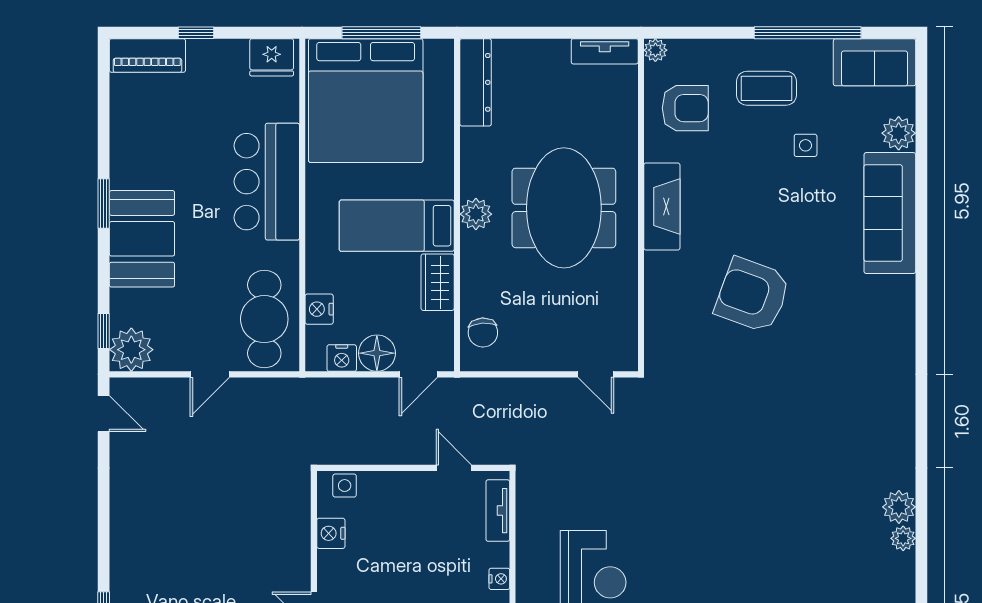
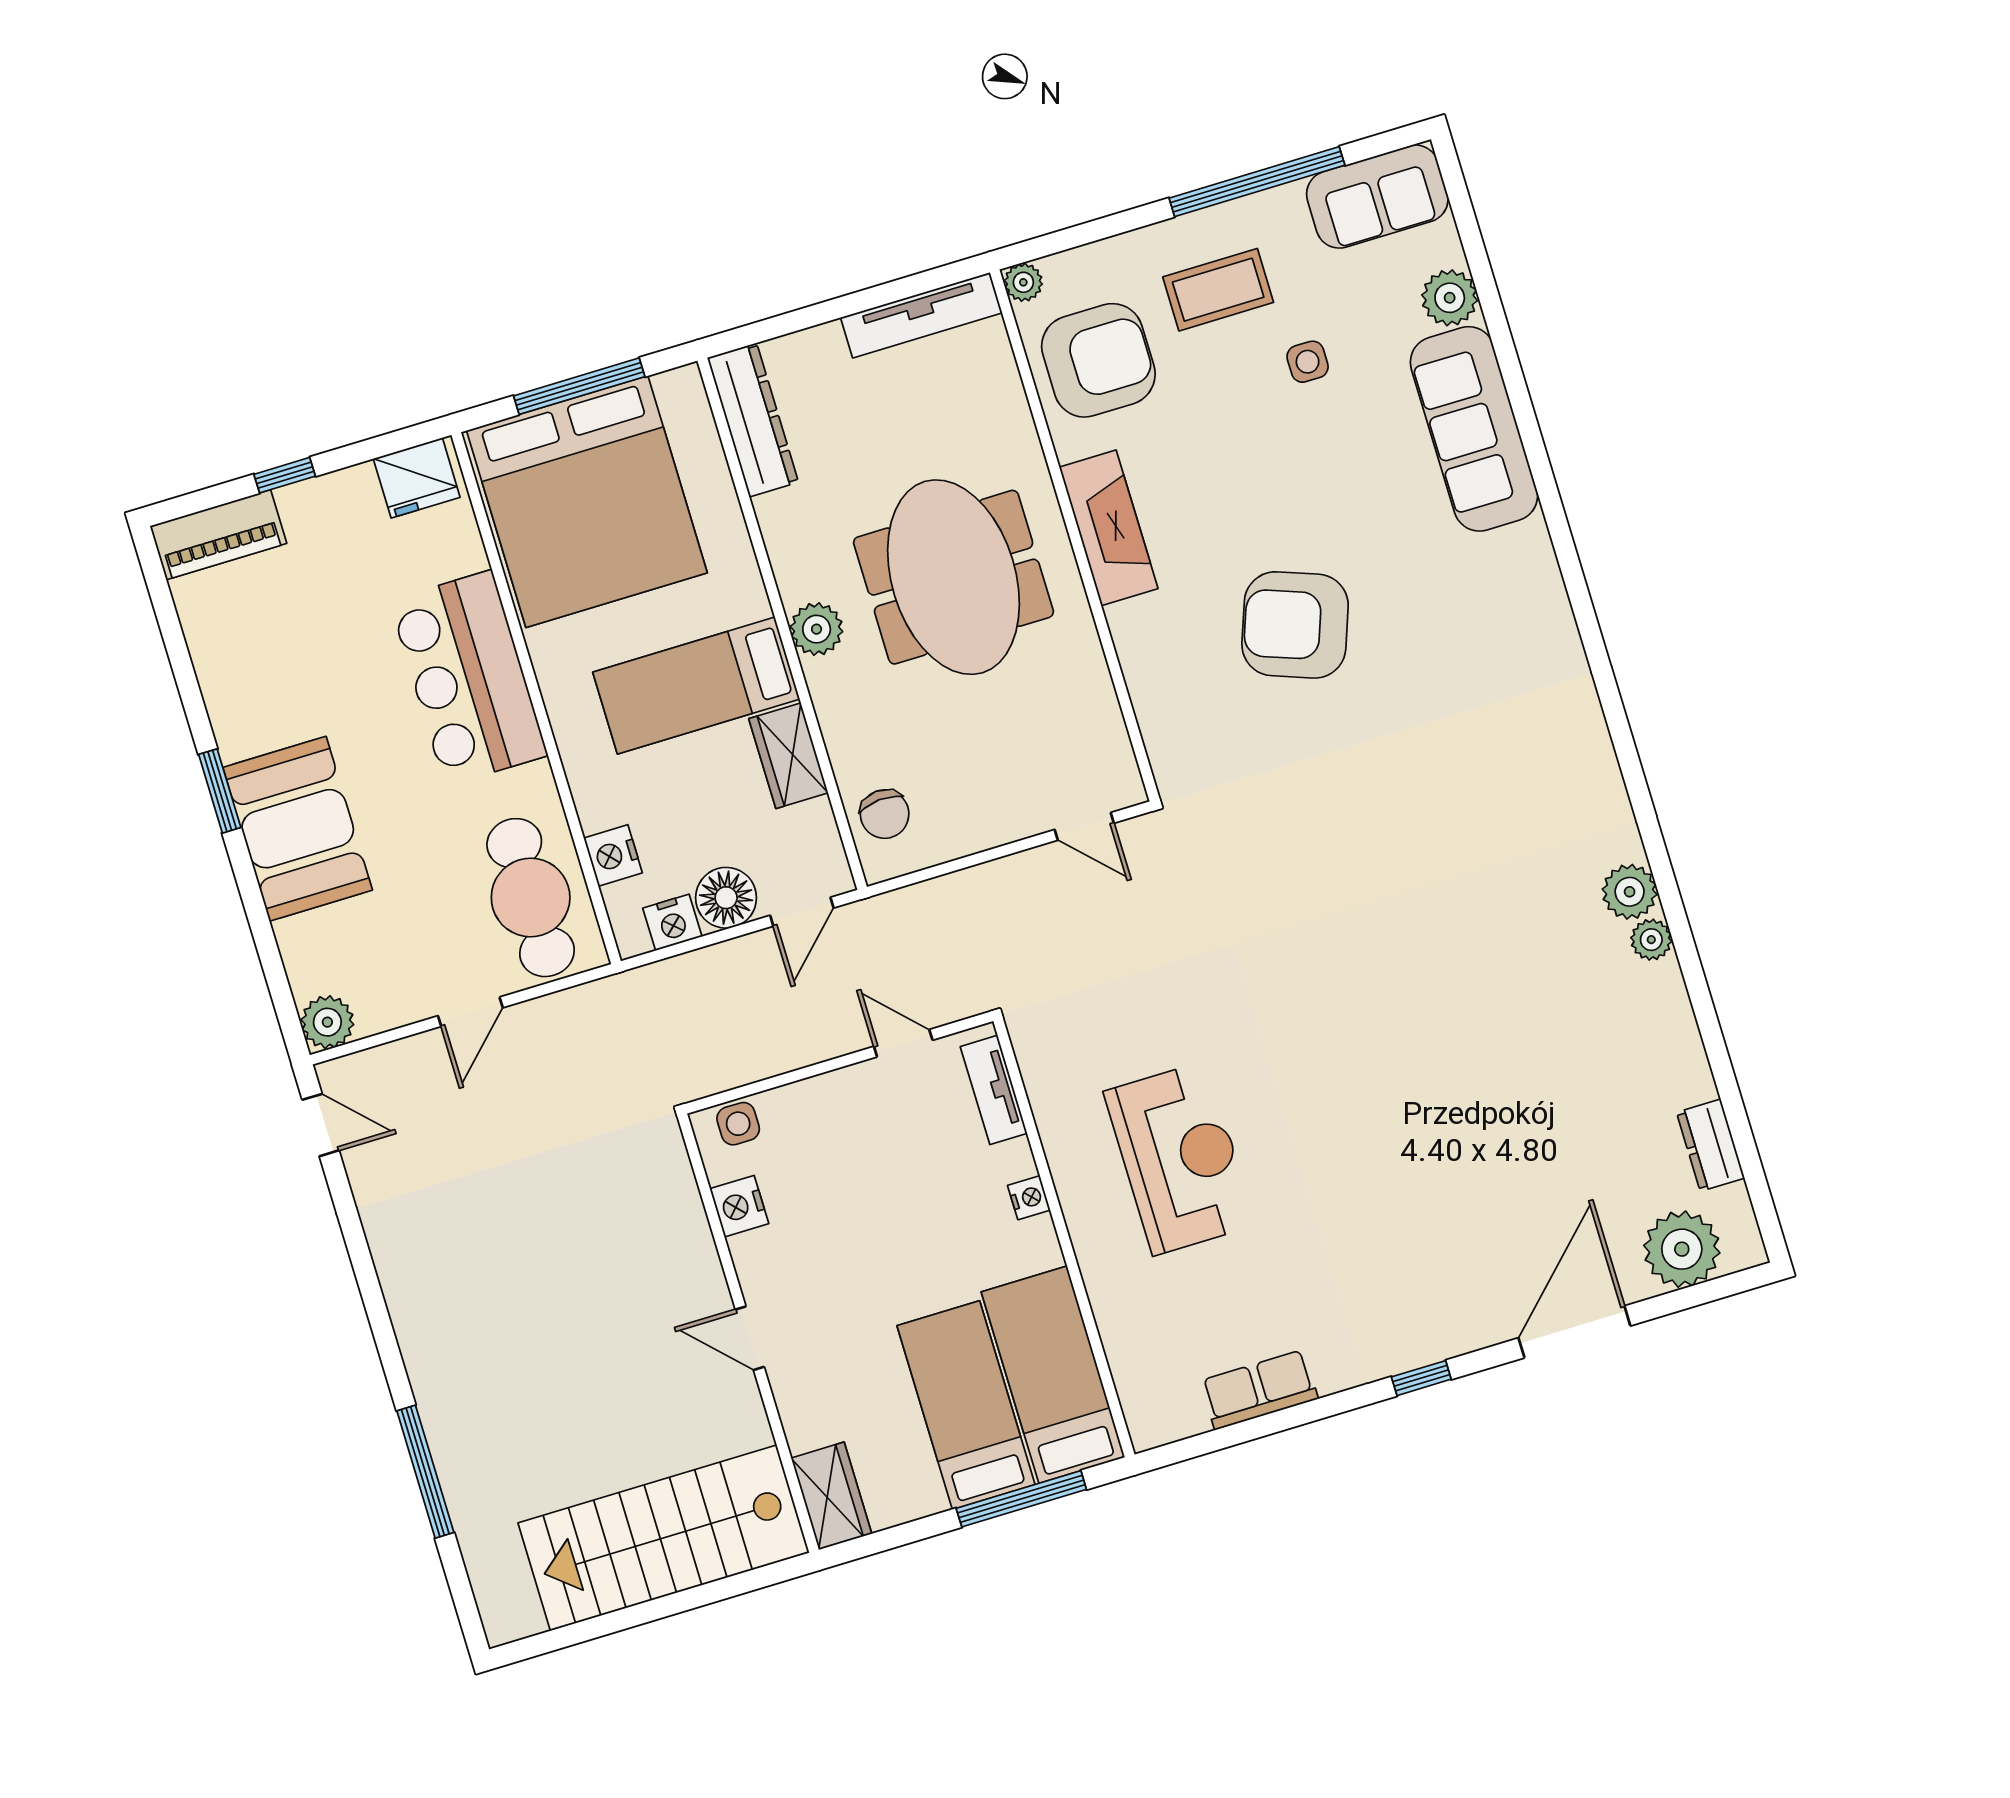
tv unit: (605, 51) -> (921, 315), width x1.41
armchair: (685, 108) -> (1098, 360), width x1.36, depth x1.36
window: (104, 331) -> (281, 994), removed
plant: (131, 350) -> (327, 1022), width x0.73, depth x0.73

